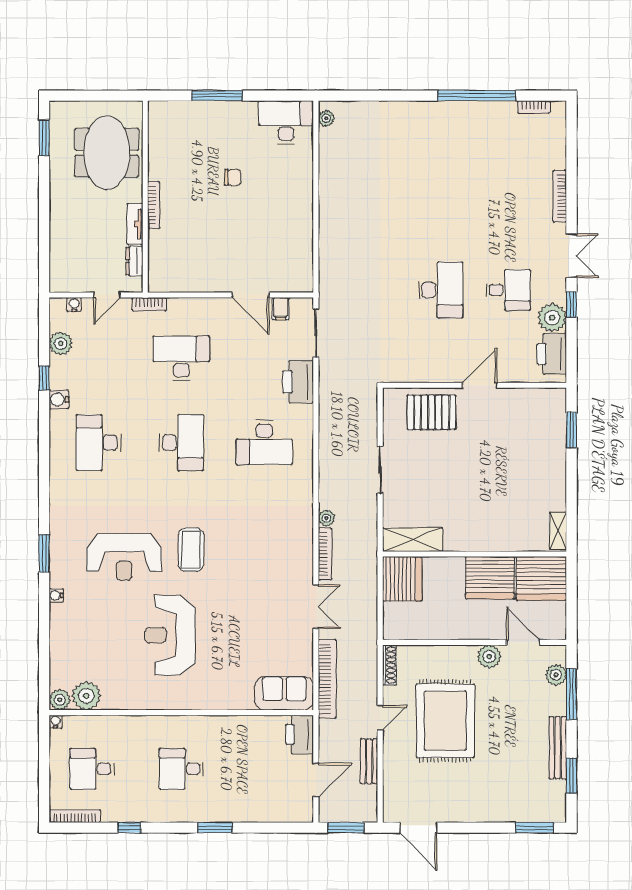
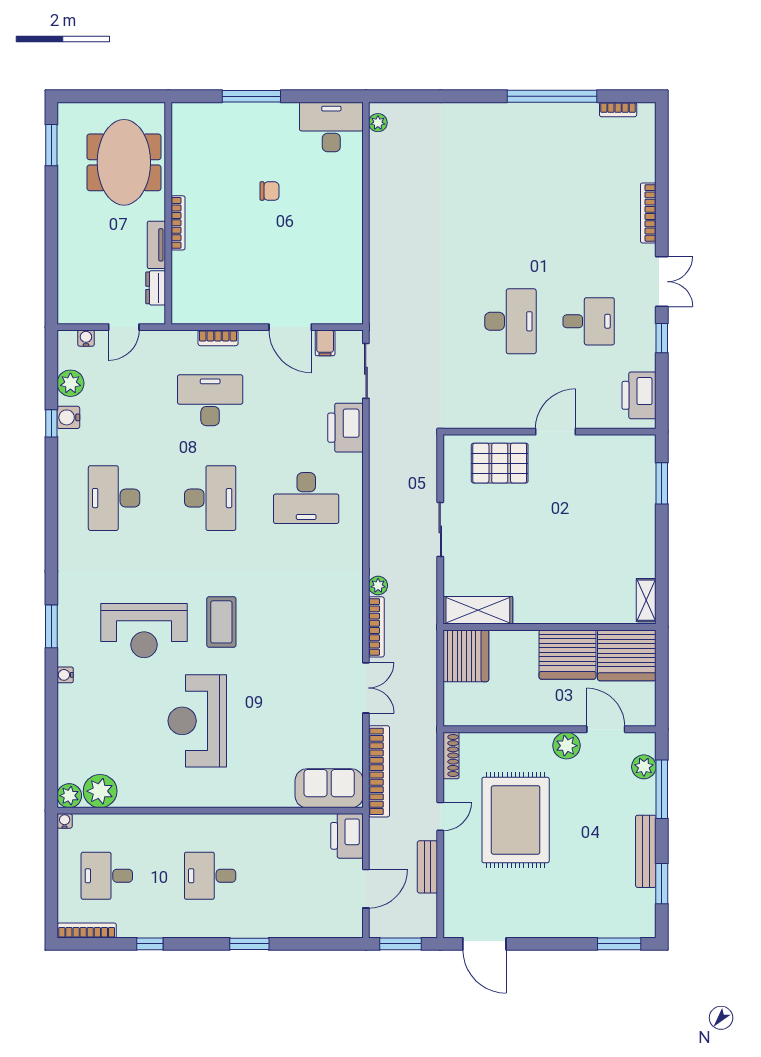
bookcase: (149, 304) -> (218, 338), moved
plant: (552, 318) -> (639, 353), removed
water cooler: (59, 399) -> (68, 417), moved

